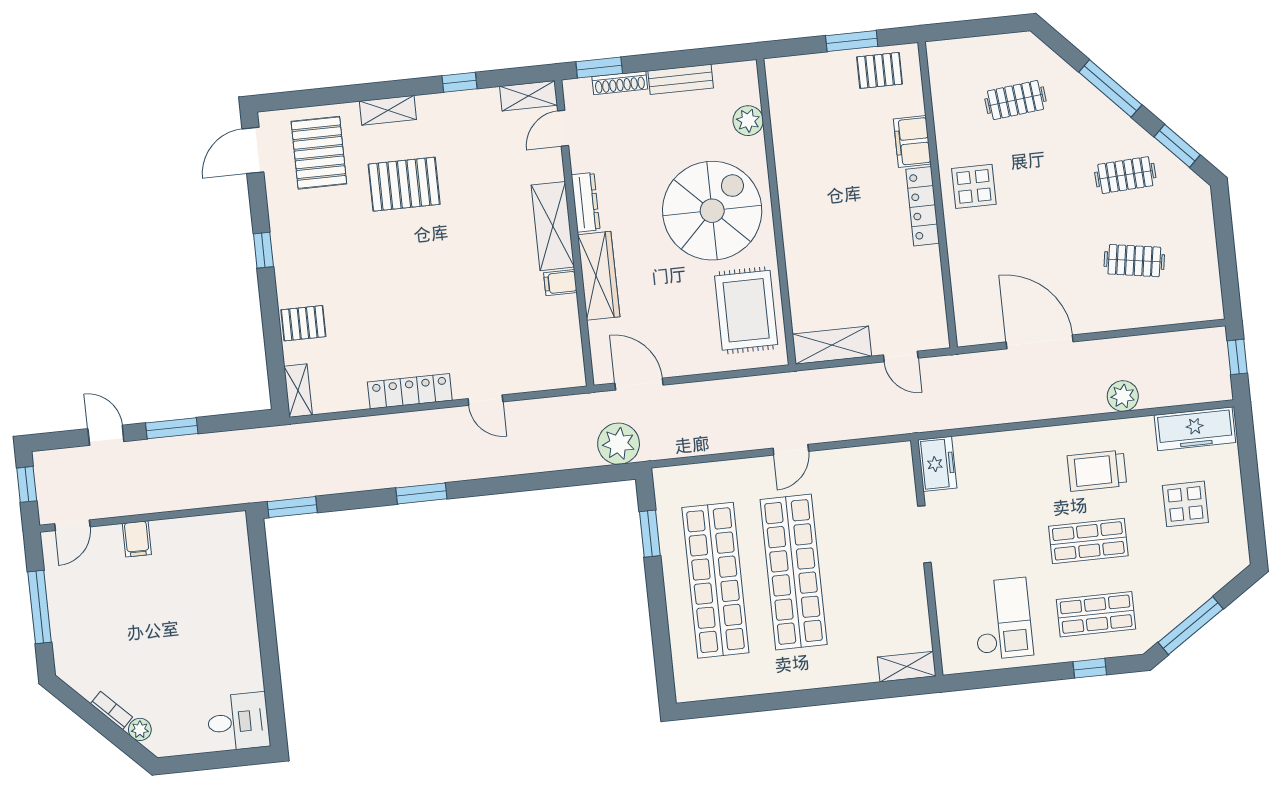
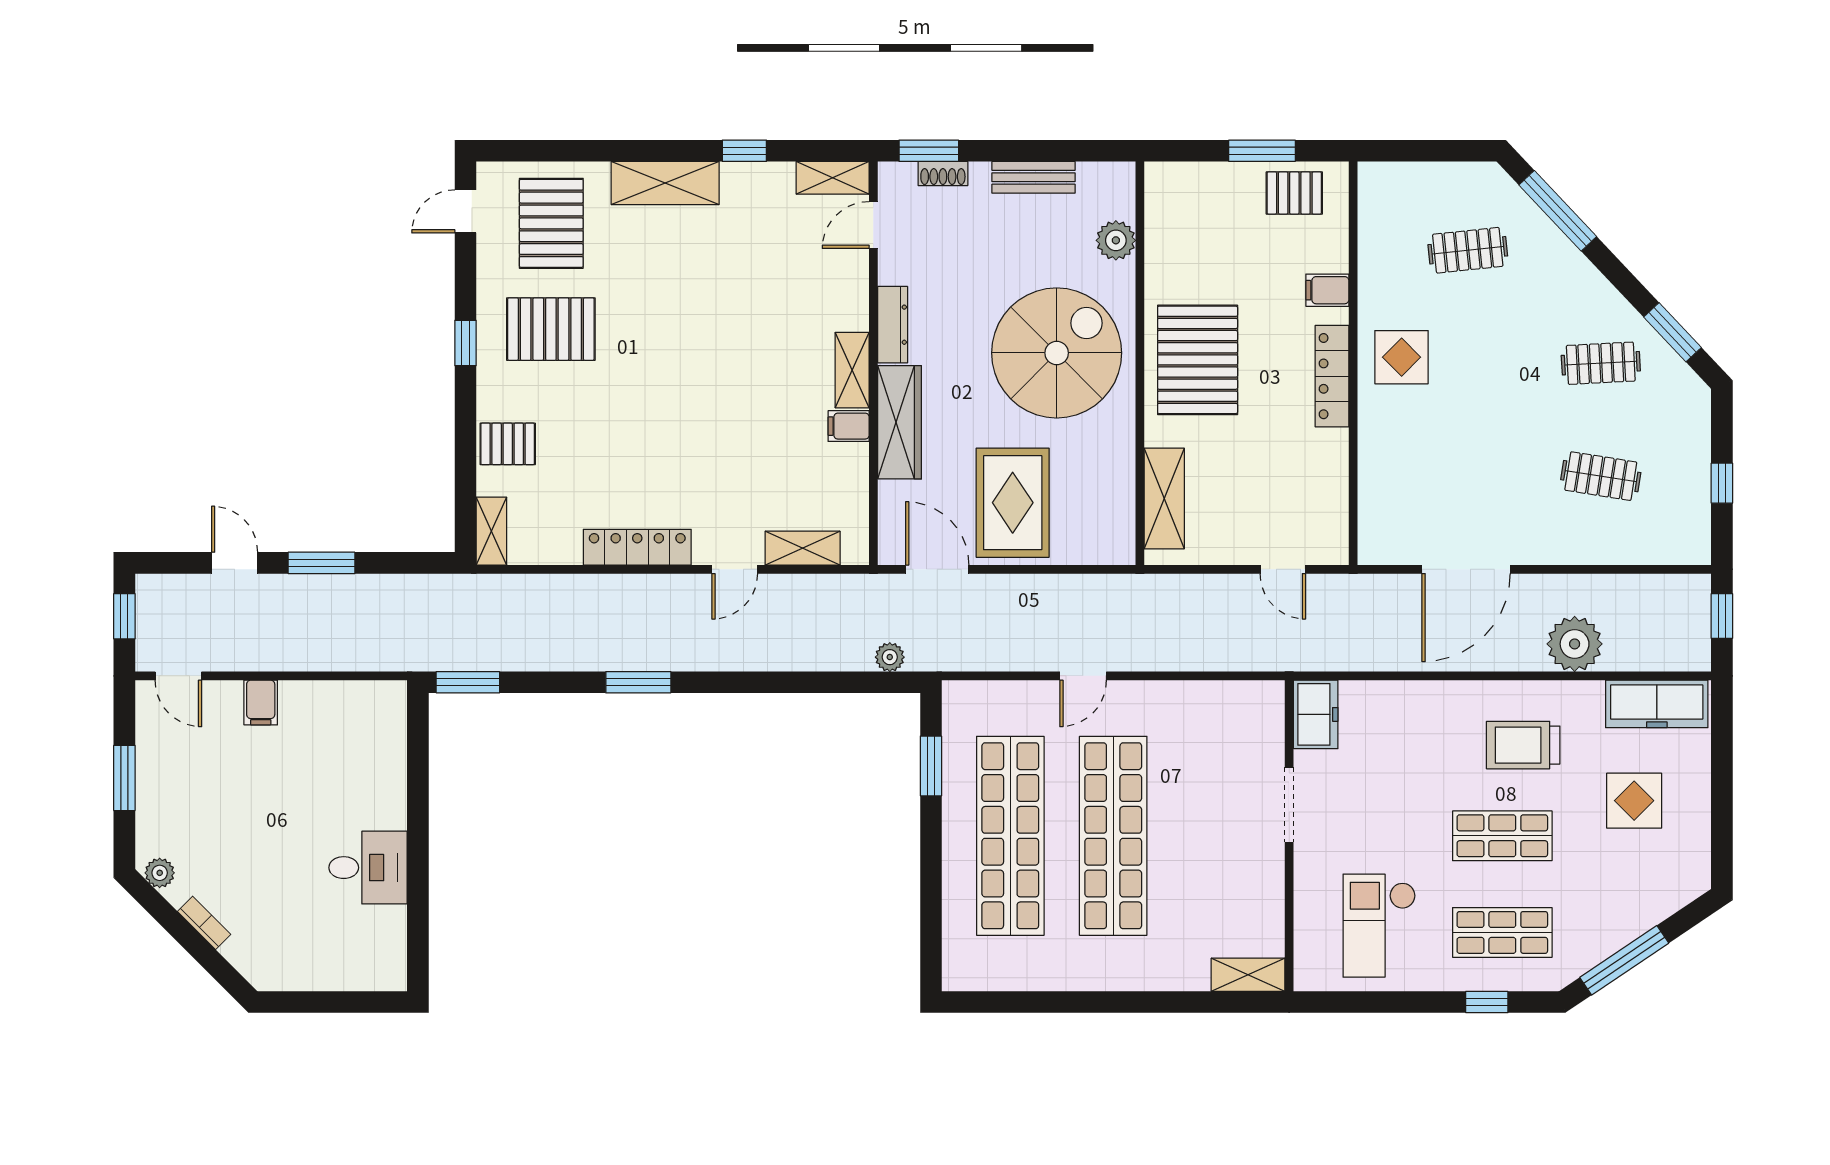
shoe rack: (620, 83) -> (943, 173), width x0.70
window: (1110, 88) -> (1558, 211), moved
shelving: (388, 110) -> (665, 183), width x1.50, depth x1.33
filing cabinet: (912, 142) -> (1327, 290), width x0.50
door: (253, 150) -> (465, 211), width x0.73
pallet: (404, 184) -> (551, 329), moved
pallet: (819, 205) -> (1198, 360), added
shelving: (553, 226) -> (852, 370), width x0.67, depth x0.75
window: (1227, 256) -> (1722, 483), added
rug: (746, 310) -> (1013, 503), moved
door: (1040, 342) -> (1466, 569), swing flipped
shelving: (832, 345) -> (1164, 499), moved, turned 90
shelving: (535, 379) -> (803, 548), added
plant: (1123, 396) -> (1575, 644), width x1.36, depth x1.36
door: (485, 400) -> (735, 569), hinge flipped
plant: (619, 444) -> (890, 657), width x0.53, depth x0.53
door: (791, 450) -> (1083, 676), moved
door: (72, 525) -> (178, 676), hinge flipped
window: (40, 607) -> (124, 778), width x0.69
checkout: (1002, 619) -> (1379, 926), turned 180
desk: (238, 722) -> (368, 868), moved
plant: (140, 729) -> (160, 873), moved

